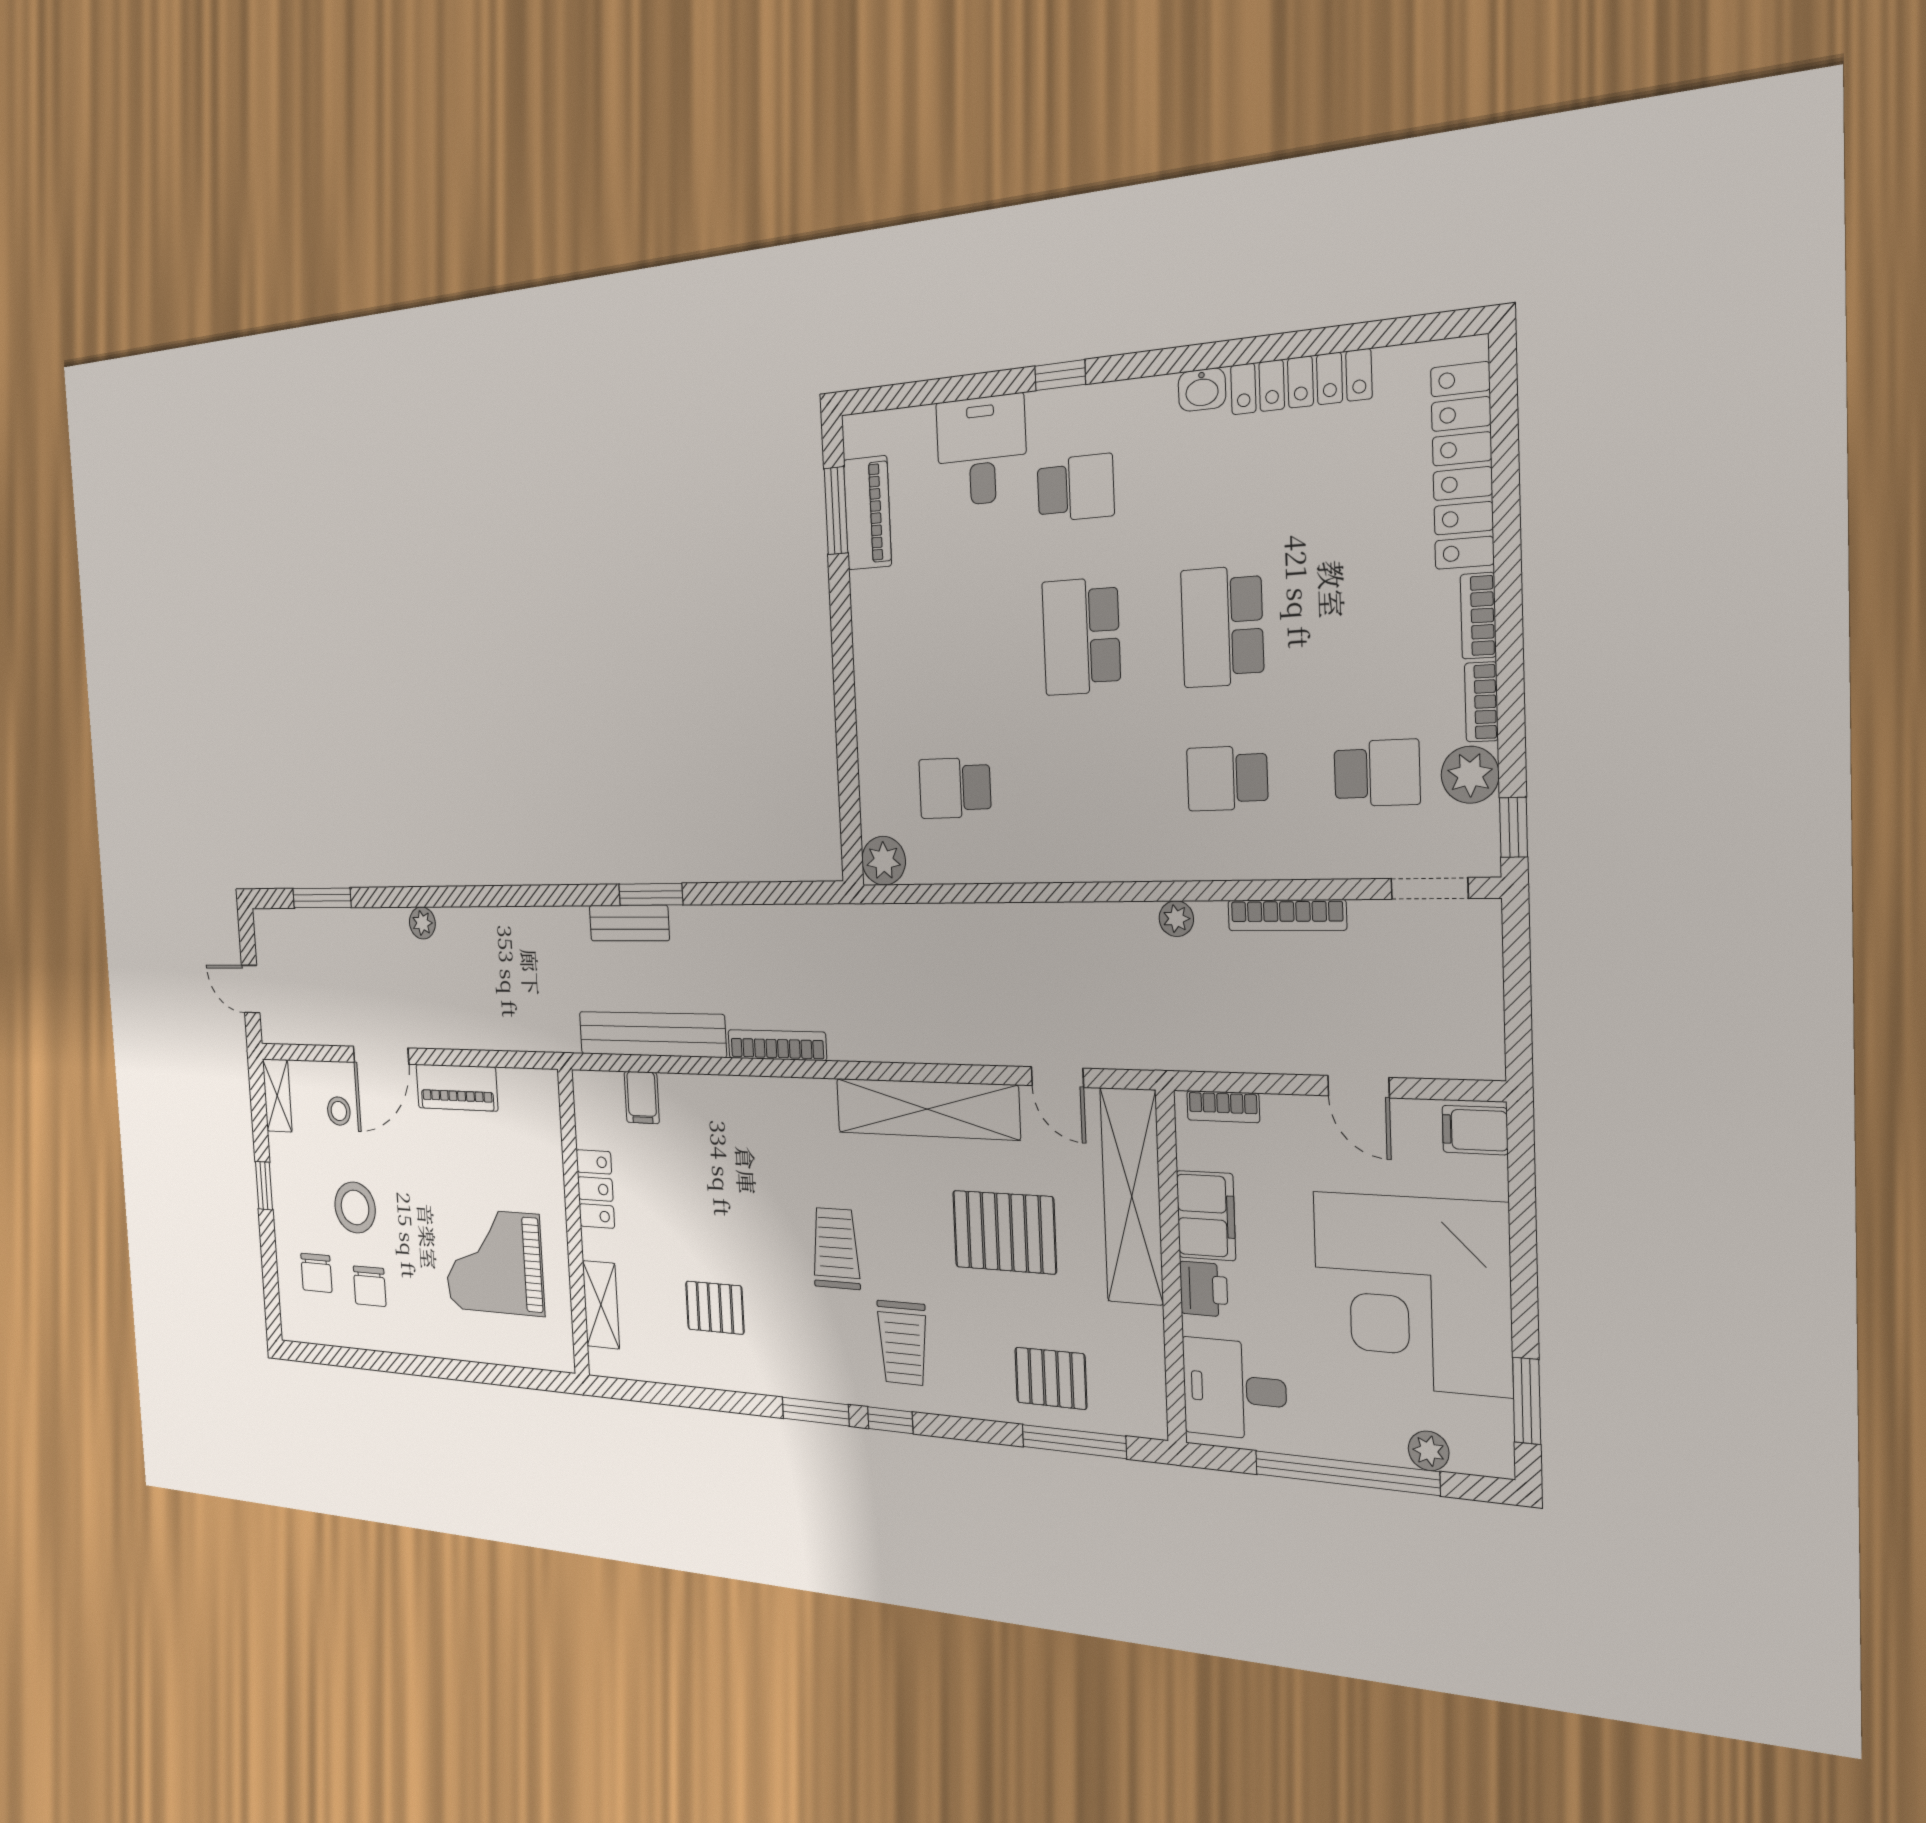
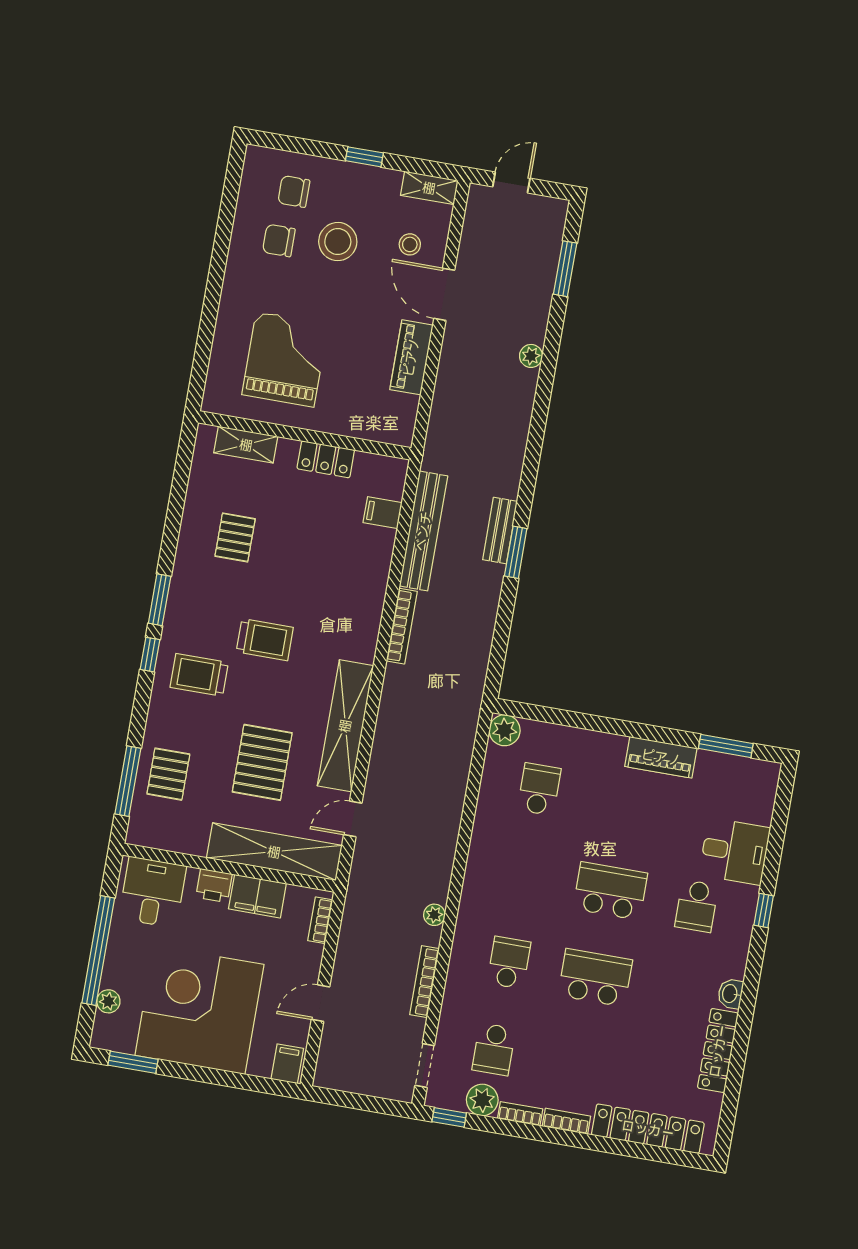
piano: (867, 513) -> (661, 757), moved

